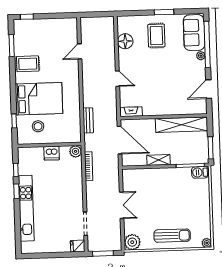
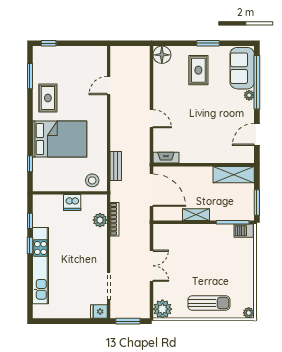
floor lamp: (125, 41) -> (162, 55), moved
rug: (28, 64) -> (48, 98), turned 90
shelving: (182, 125) -> (234, 175), width x0.68
stool: (38, 126) -> (92, 180), moved
plant: (76, 151) -> (100, 220), moved

